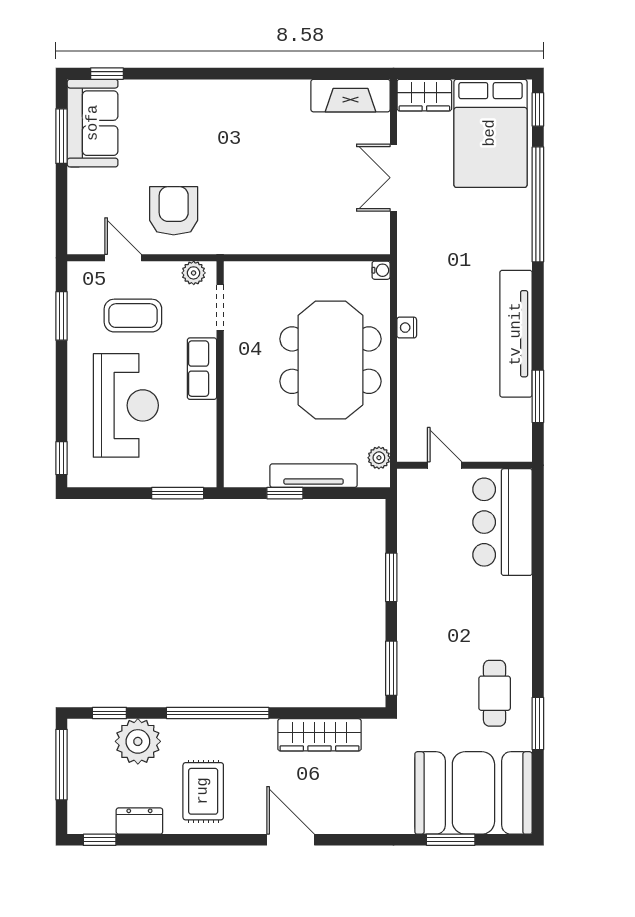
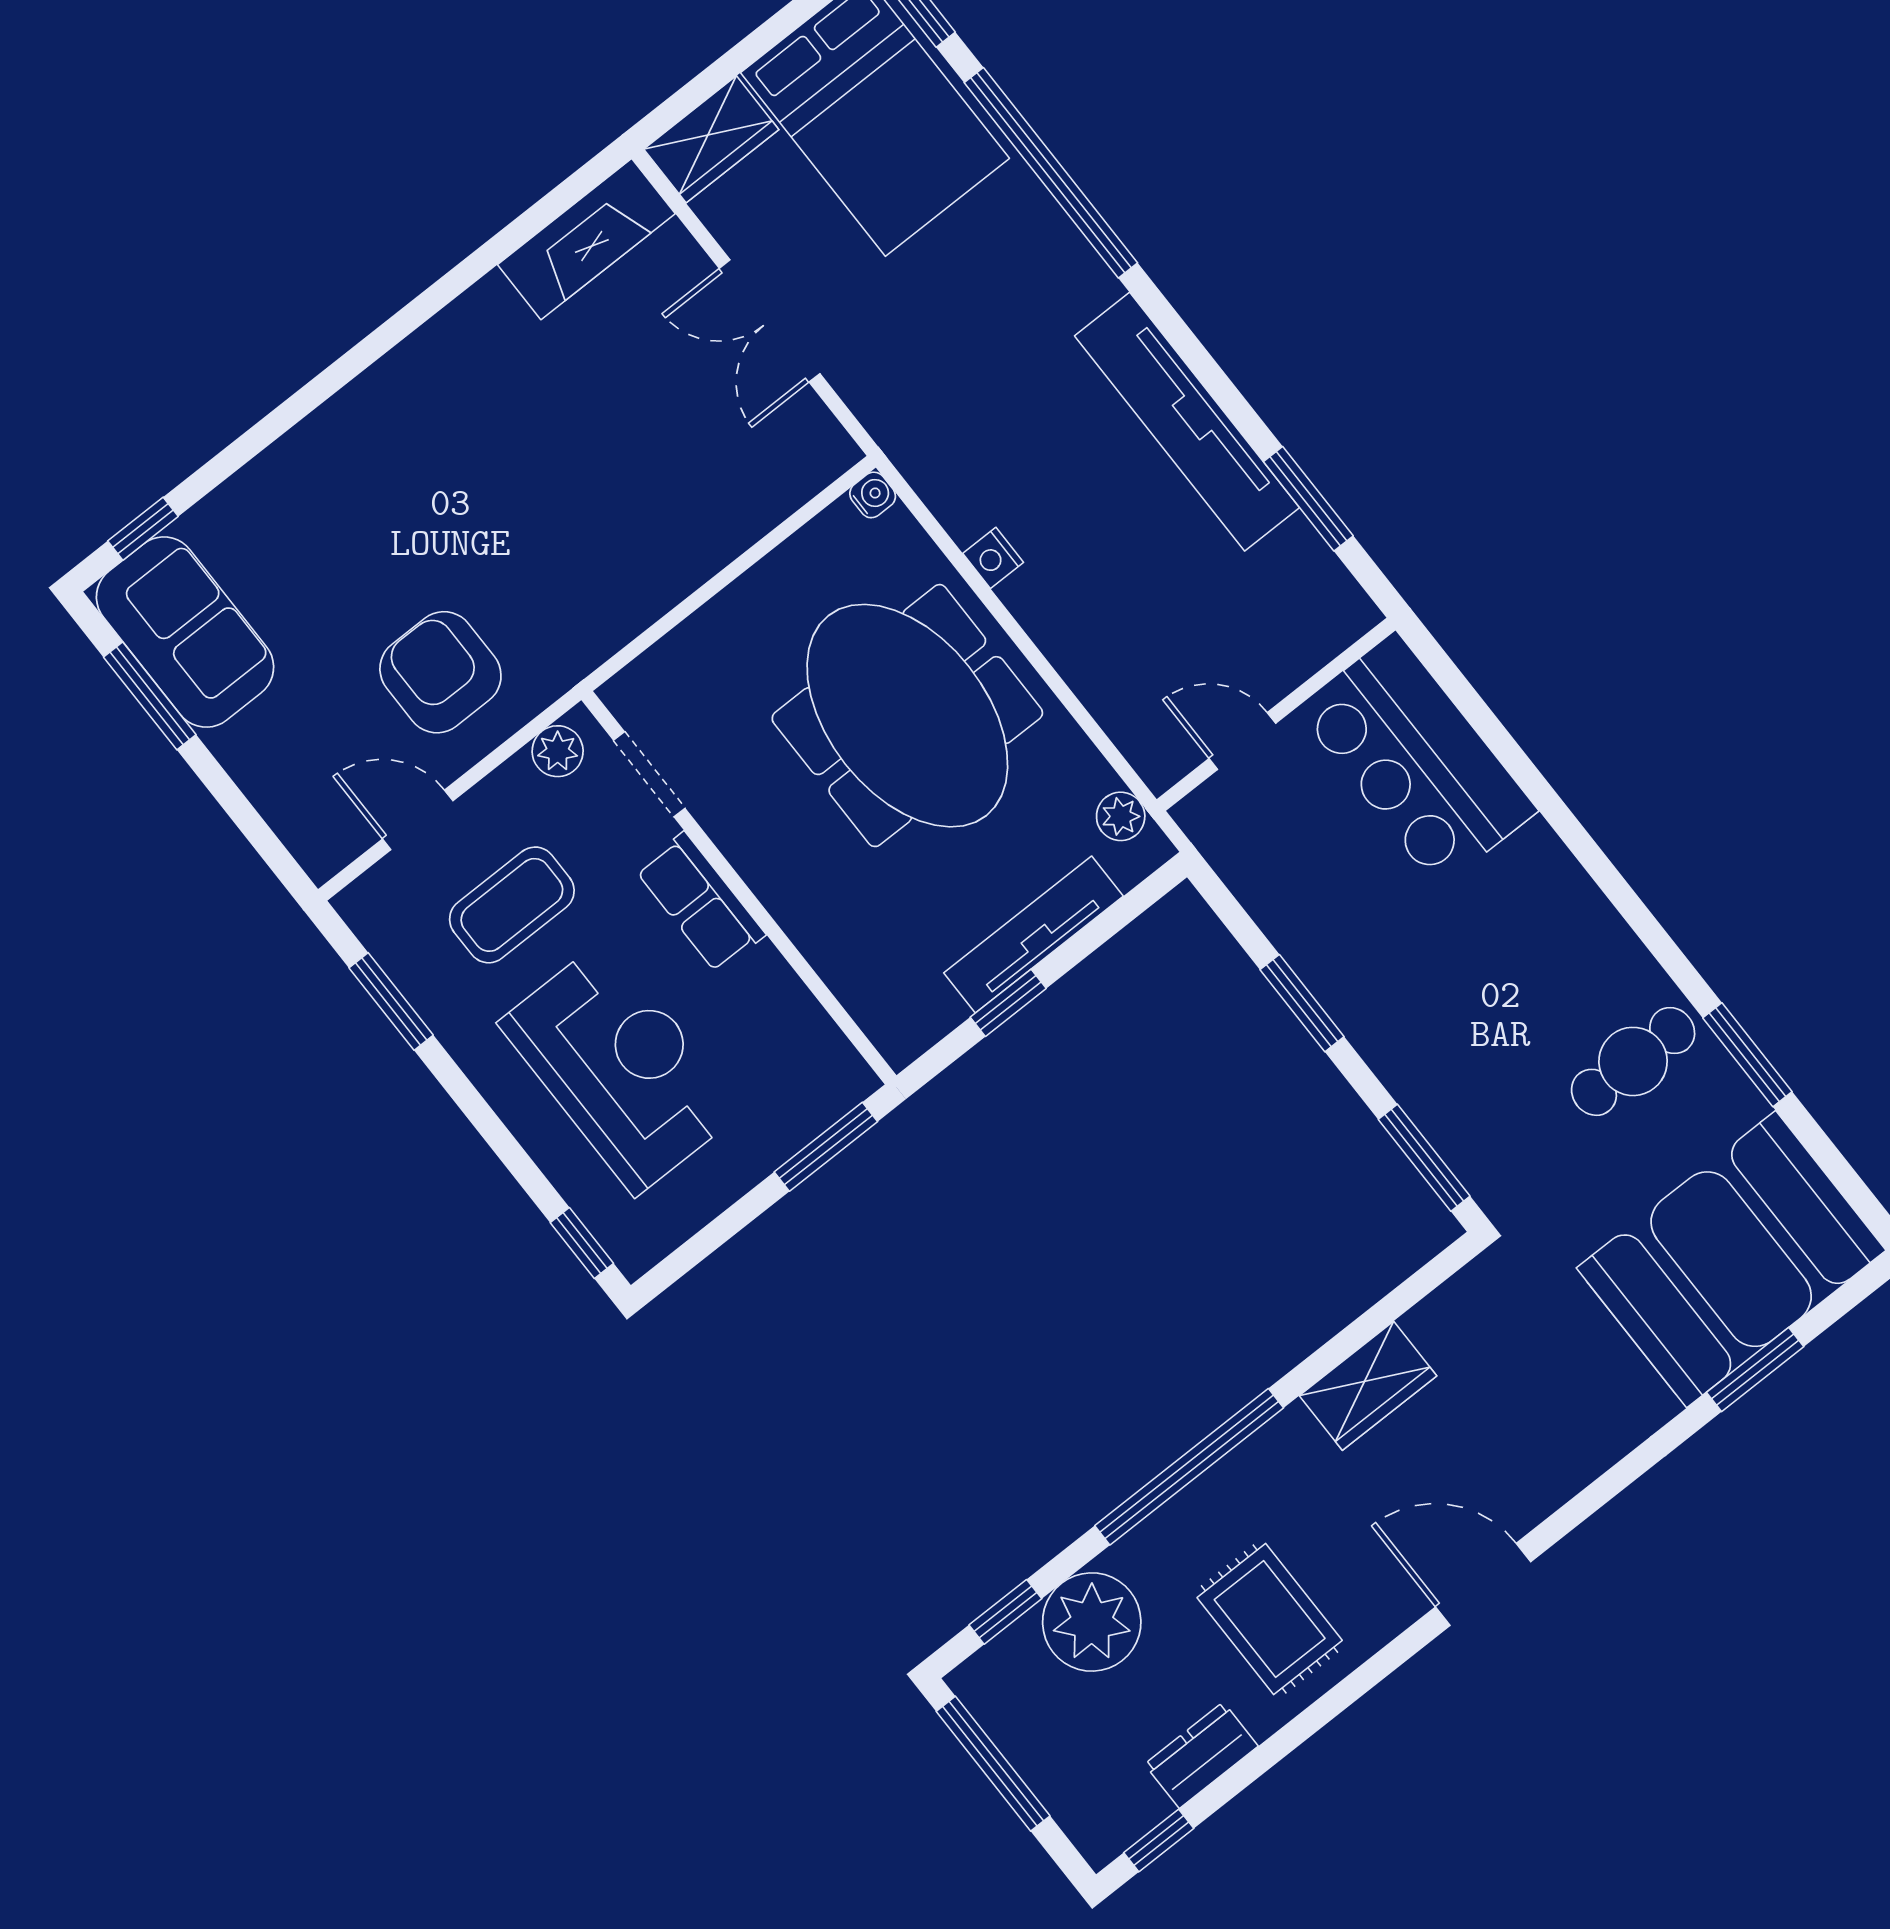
cafe table: (495, 693) -> (1633, 1061), turned 90
wardrobe: (319, 735) -> (1368, 1386), width x0.67

